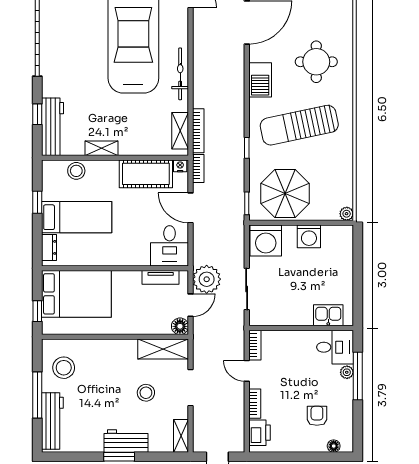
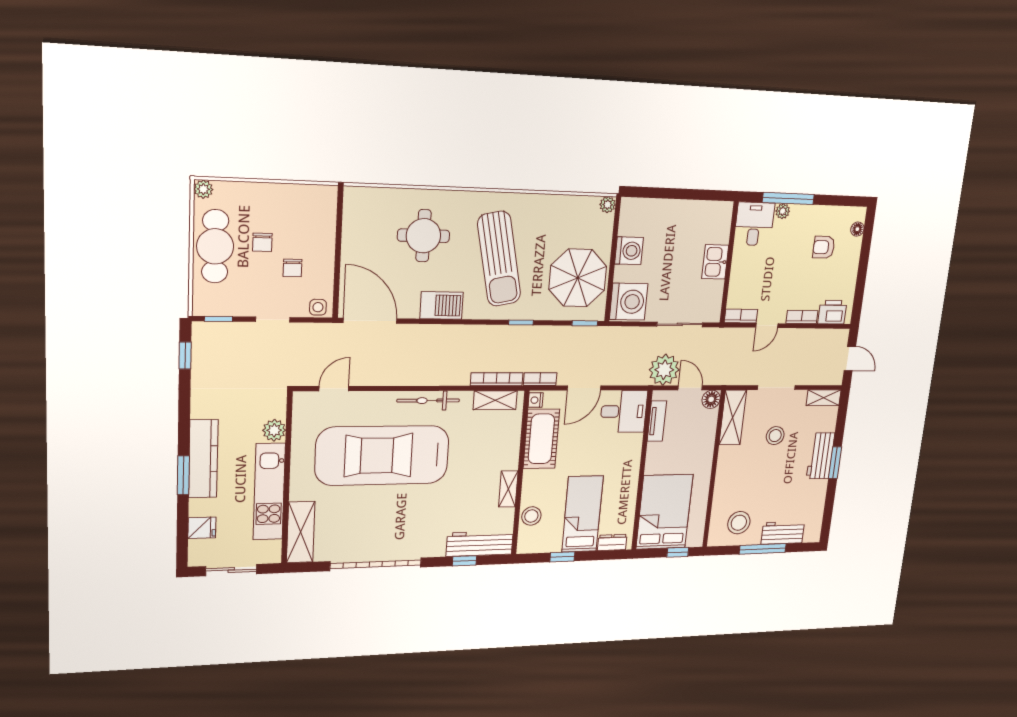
kitchen sink: (328, 315) -> (715, 262), moved
workbench: (52, 421) -> (783, 533), width x0.73

